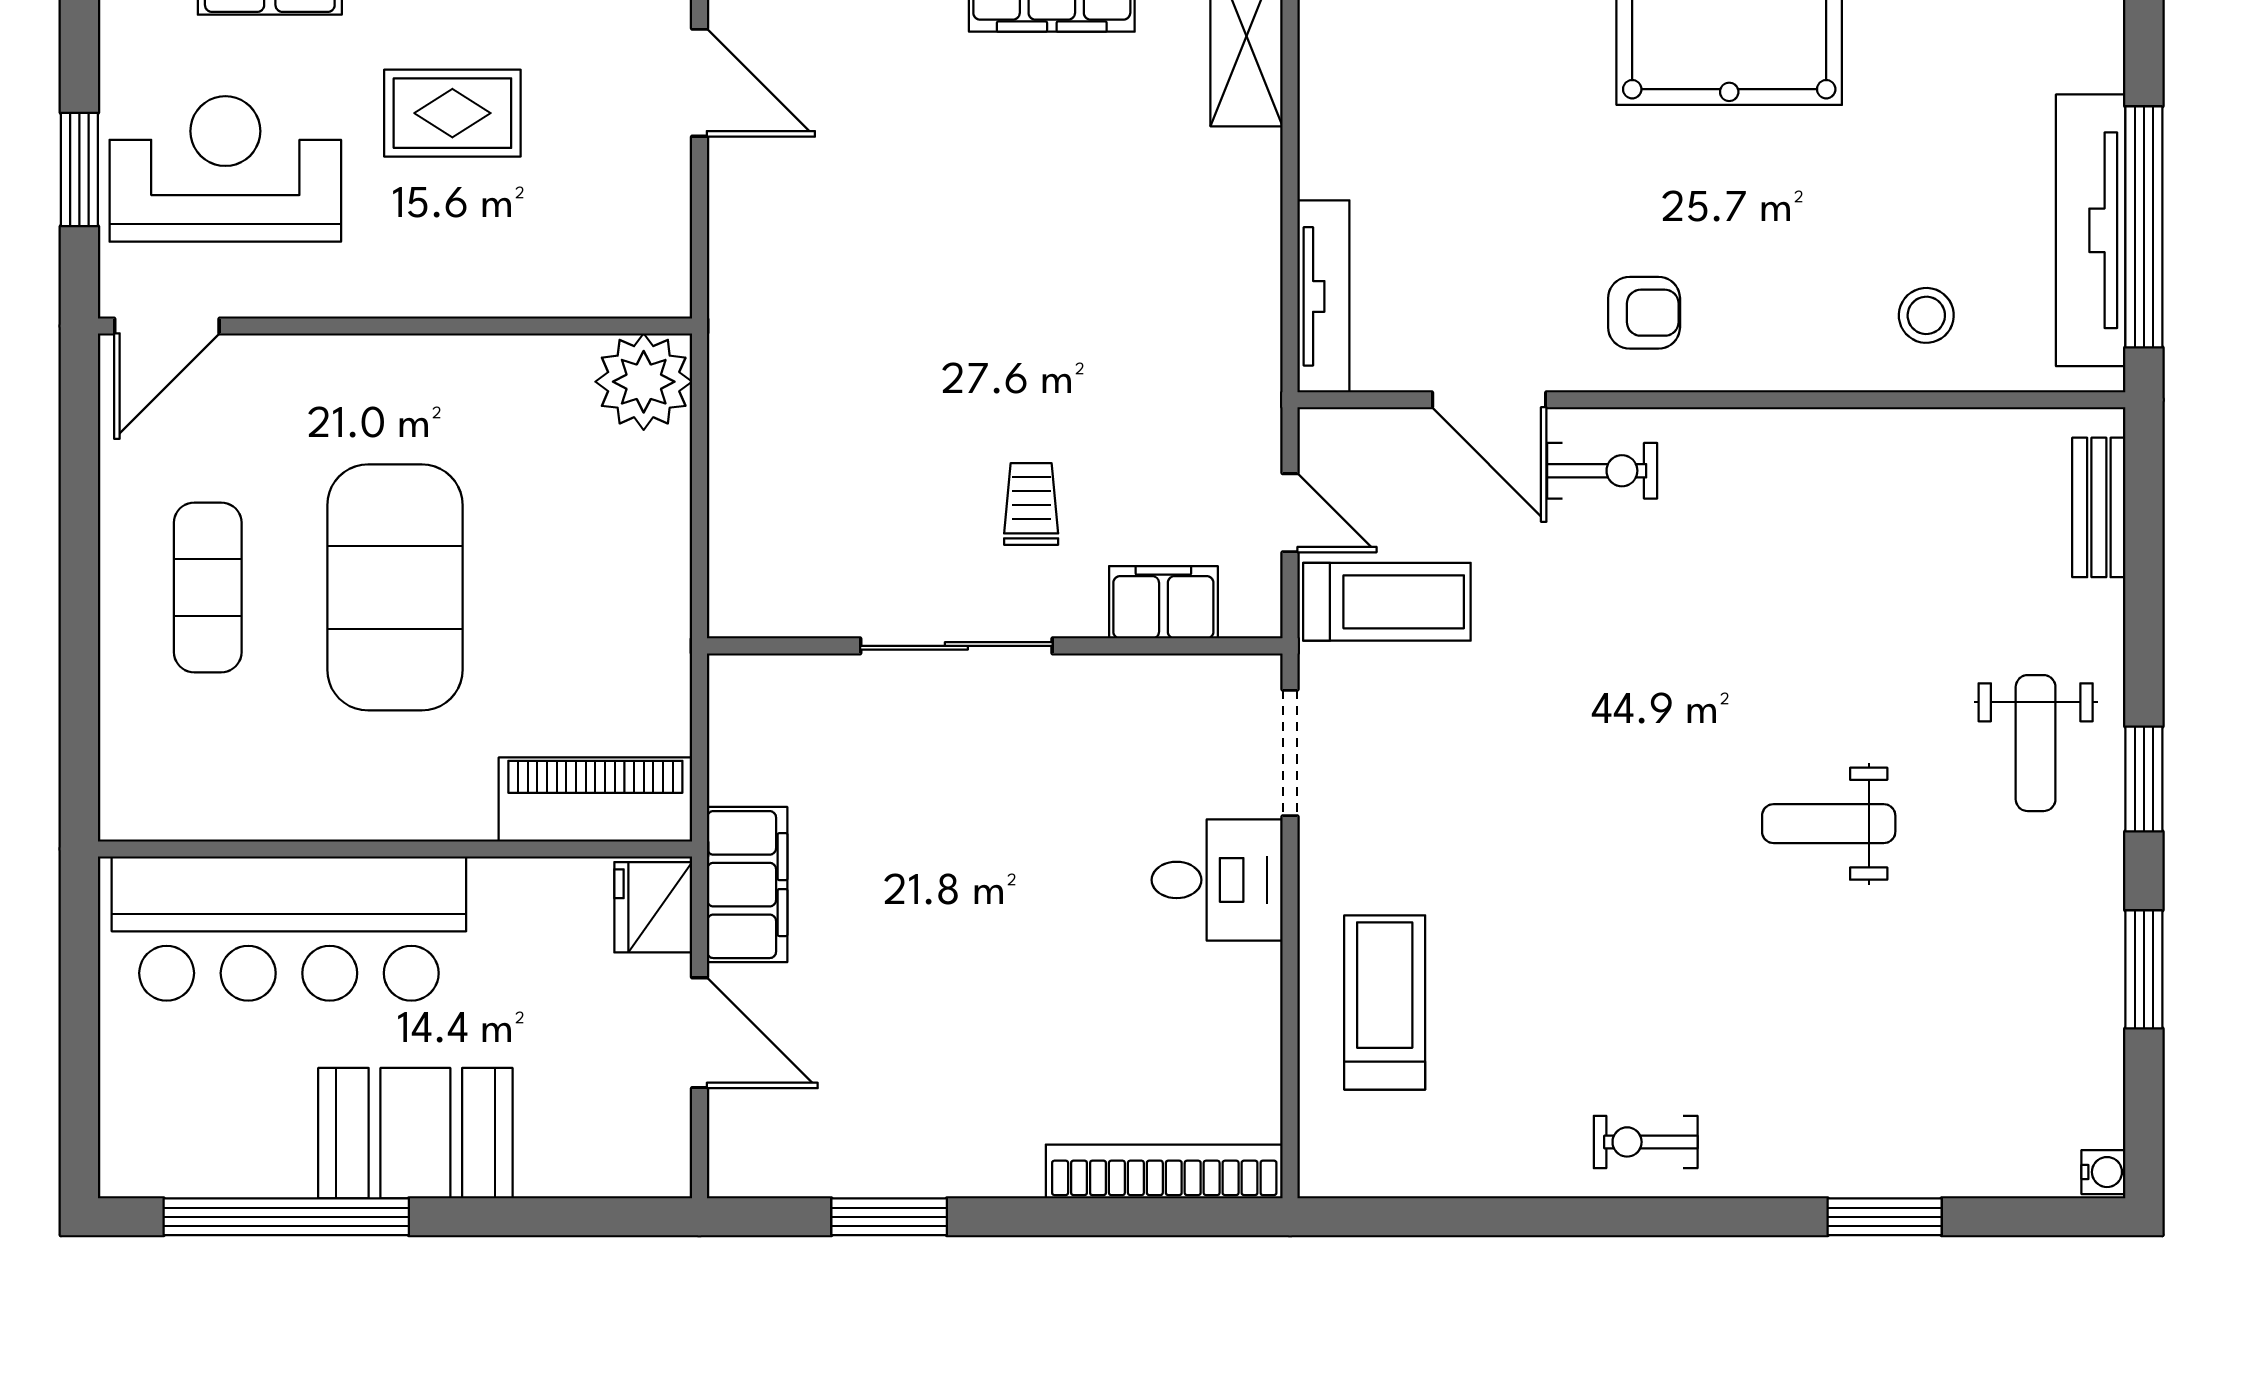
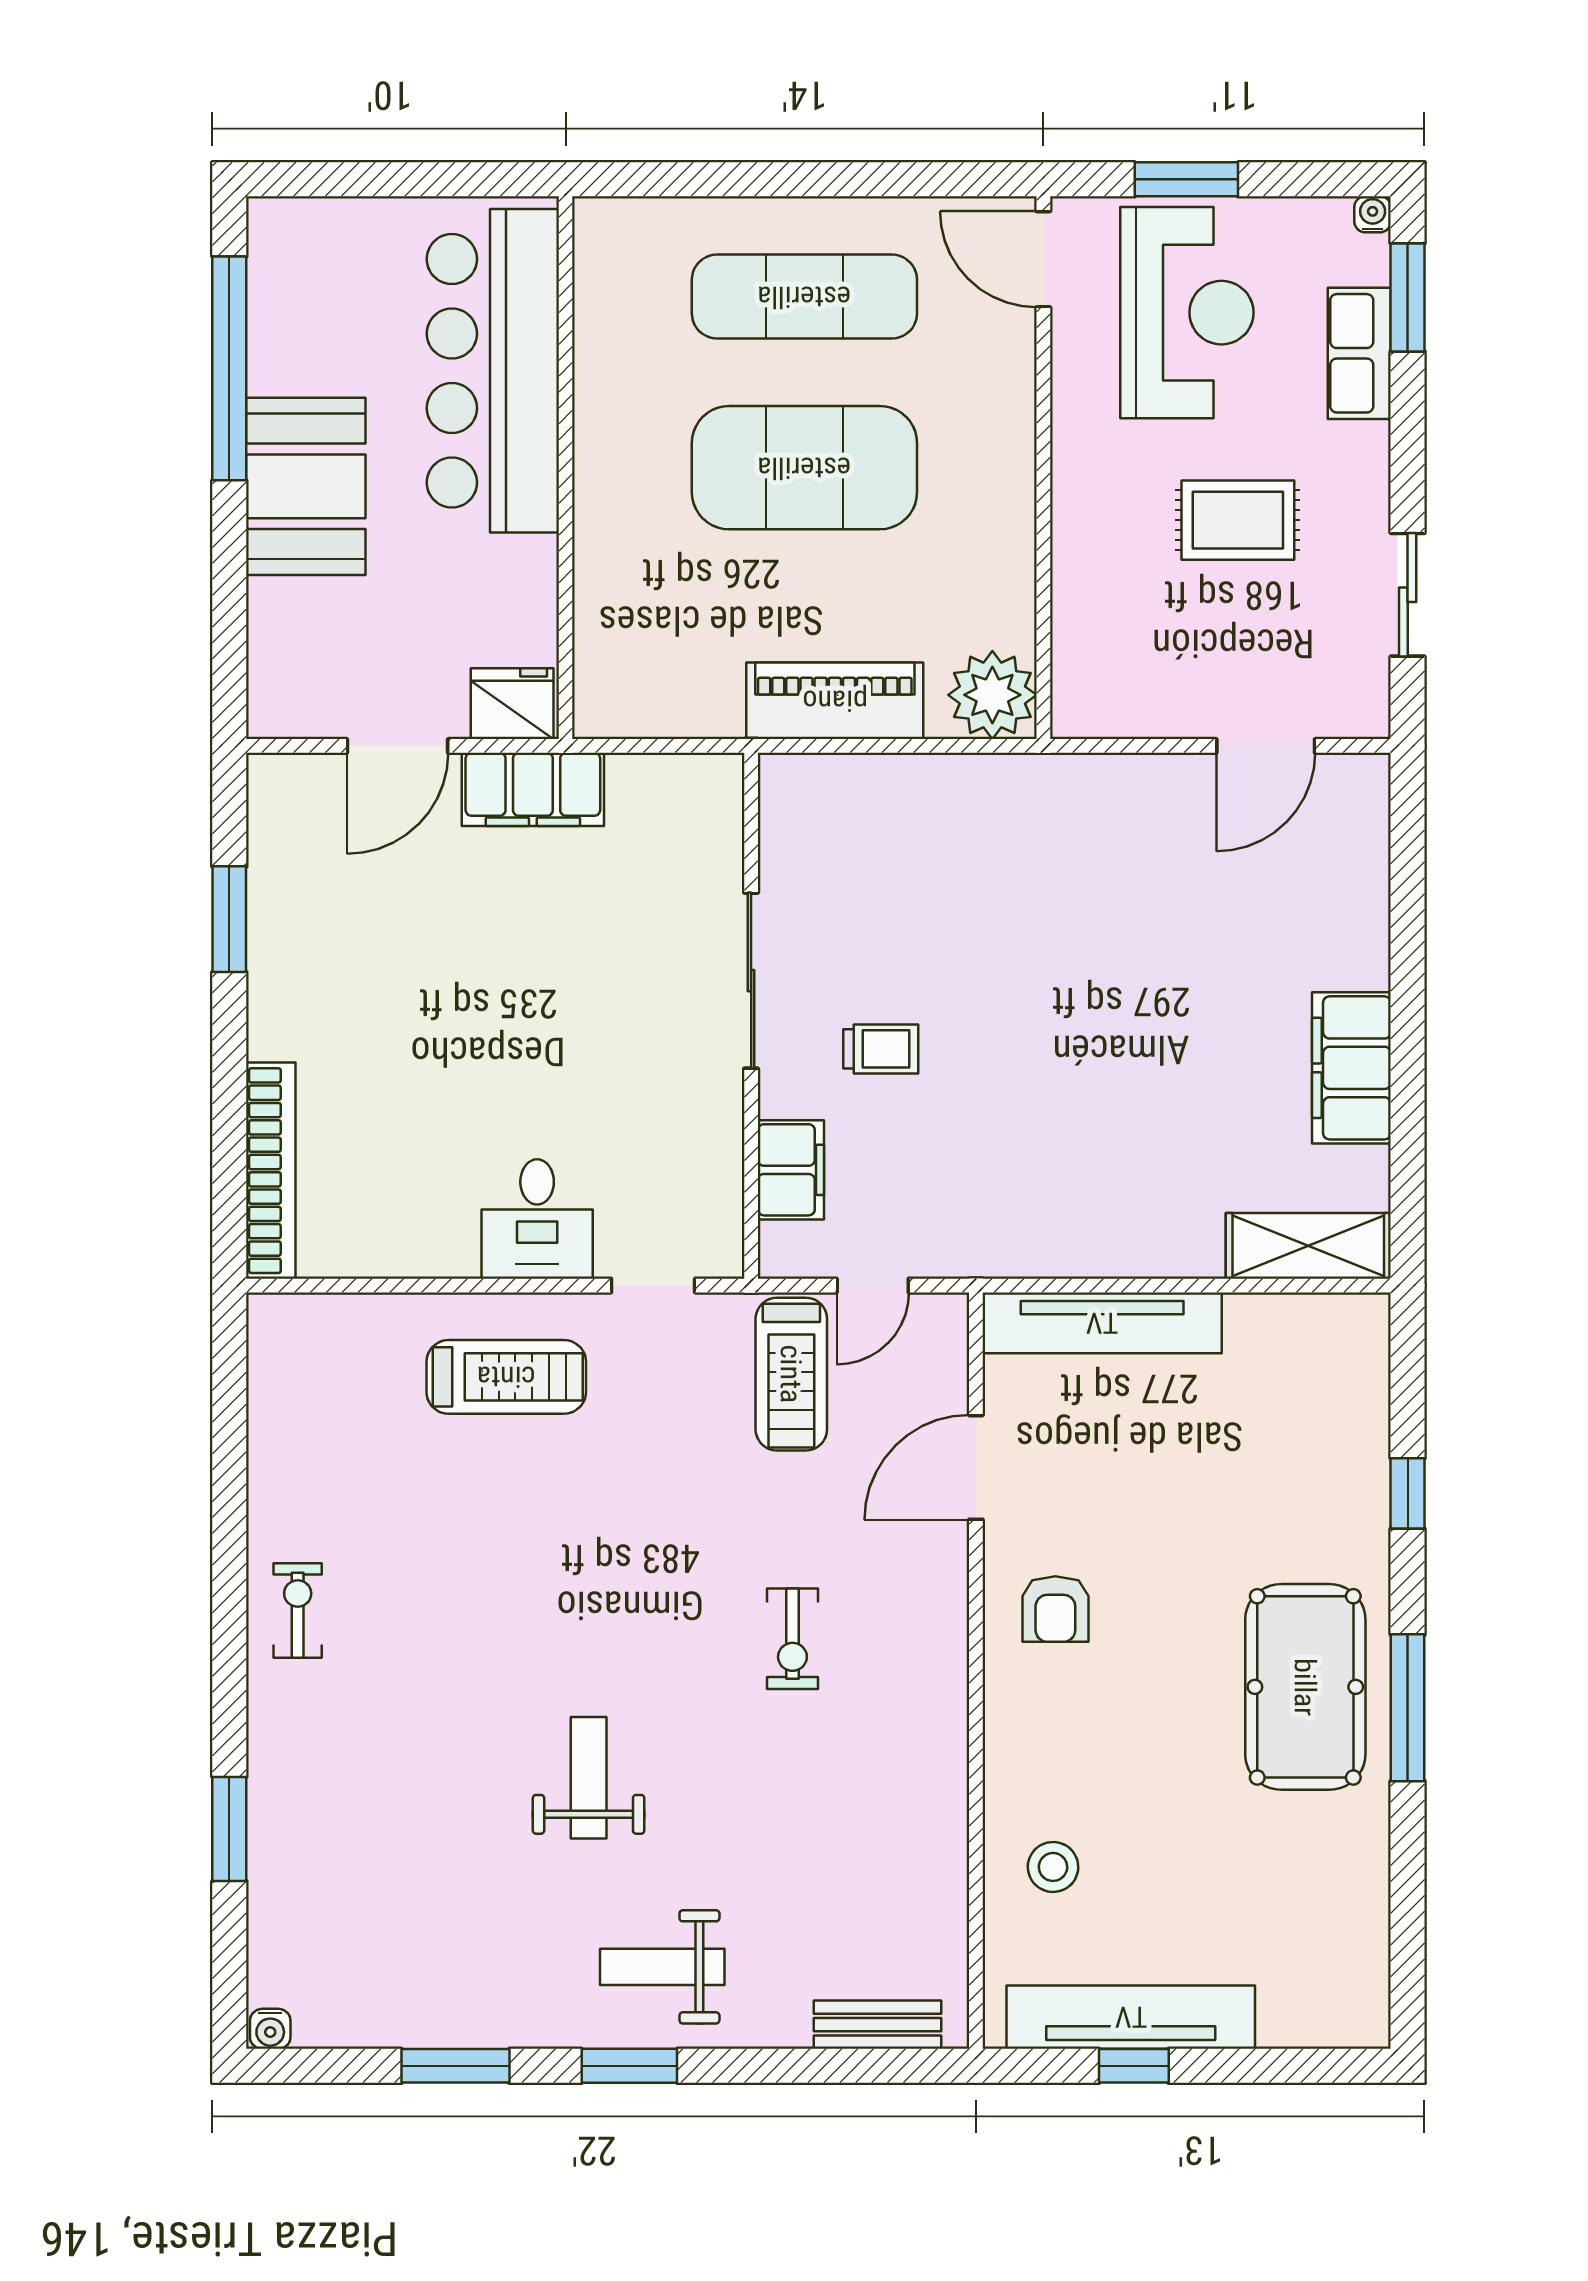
rug: (452, 113) -> (1238, 520), turned 90
window: (2144, 227) -> (1134, 2066), width x0.32
tv unit: (1323, 296) -> (1102, 1323), width x1.36, depth x1.29
exercise bike: (1602, 471) -> (792, 1639), moved
exercise mat: (208, 587) -> (804, 297), width x1.36, depth x1.45
doorway: (1290, 753) -> (653, 1286), width x0.73
piano: (595, 799) -> (835, 701), moved, turned -90
treadmill: (1385, 1002) -> (506, 1377), moved

